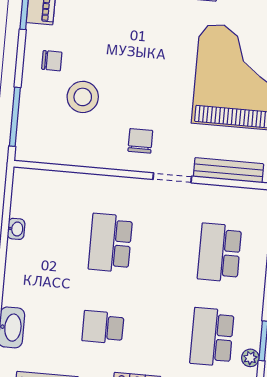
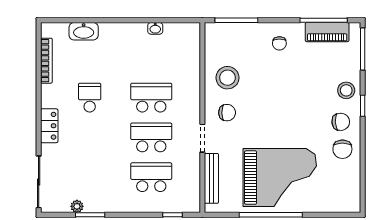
stool: (83, 97) -> (227, 78), moved
school desk: (212, 337) -> (151, 137), moved

